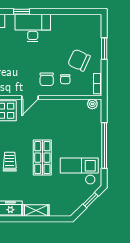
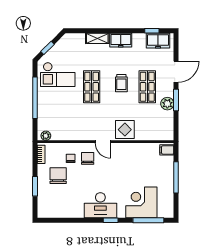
chair: (79, 60) -> (58, 176), turned -114
door: (30, 97) -> (103, 142), swing flipped

